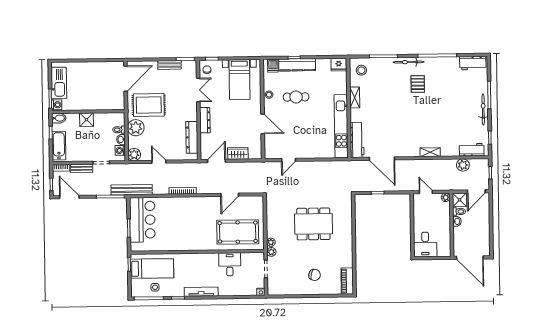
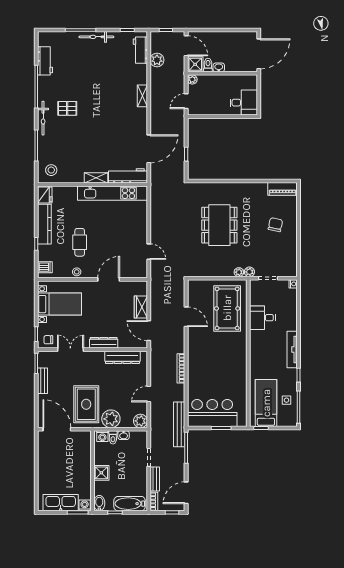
workbench: (473, 63) -> (45, 61), moved
kitchen counter: (297, 65) -> (44, 224), moved
shelving: (355, 97) -> (96, 178), moved
washing machine: (120, 150) -> (102, 436), moved

